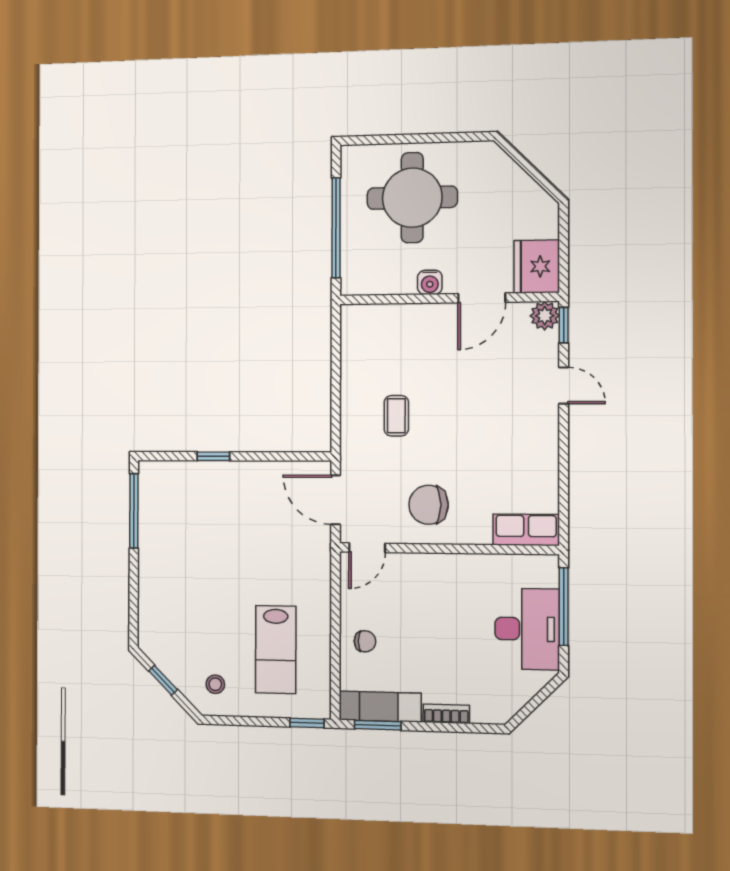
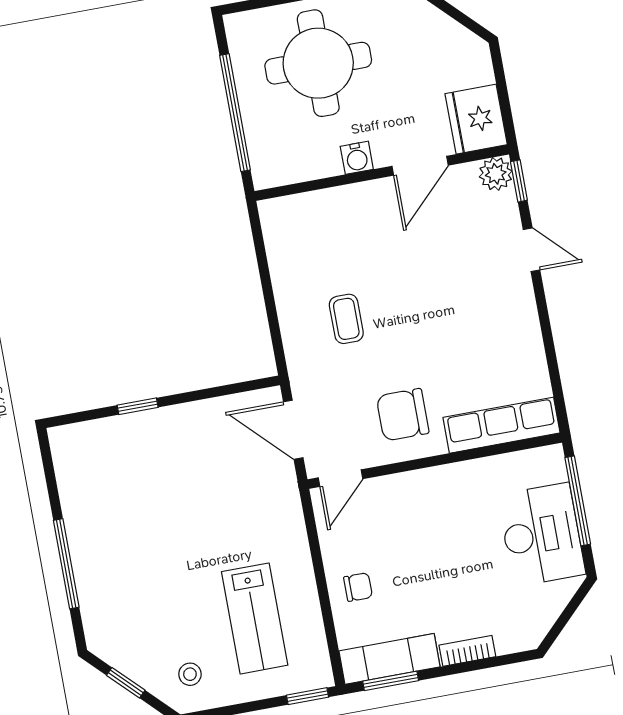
window: (134, 511) -> (66, 564), moved
row of seats: (526, 530) -> (502, 425), width x1.48

